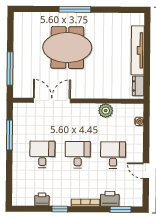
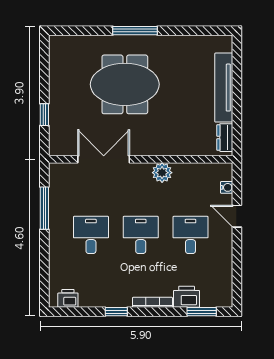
window: (10, 69) -> (44, 115), width x0.46
plant: (106, 111) -> (162, 173), moved
door: (146, 171) -> (237, 216), moved
printer: (42, 199) -> (68, 298), moved

